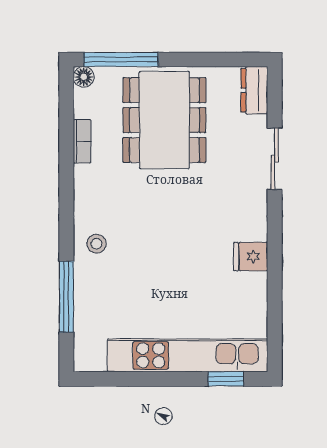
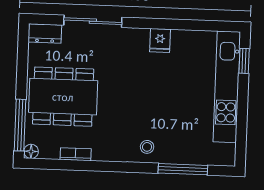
sliding door: (275, 159) -> (93, 21), width x1.37

